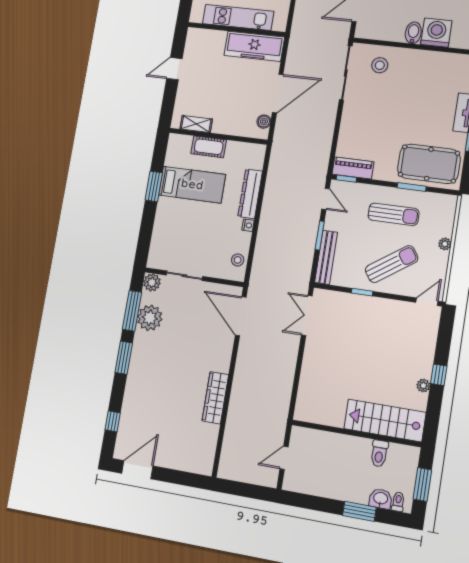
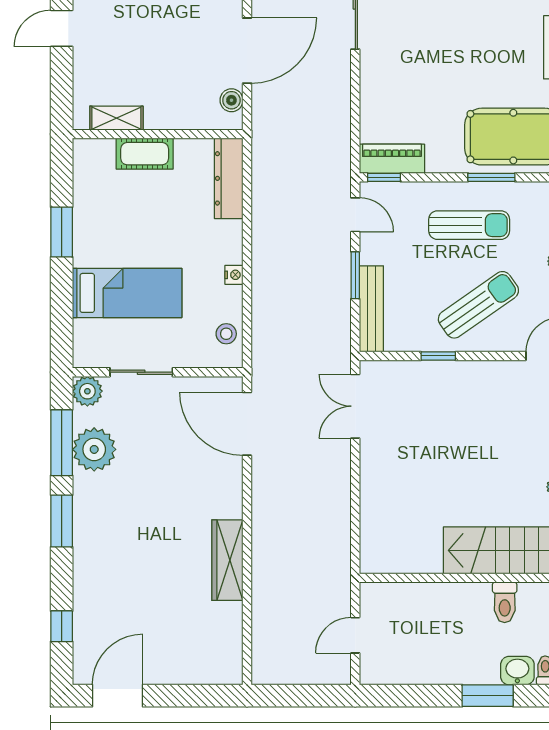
bed: (192, 185) -> (127, 293), moved
dresser: (250, 194) -> (229, 178), moved

